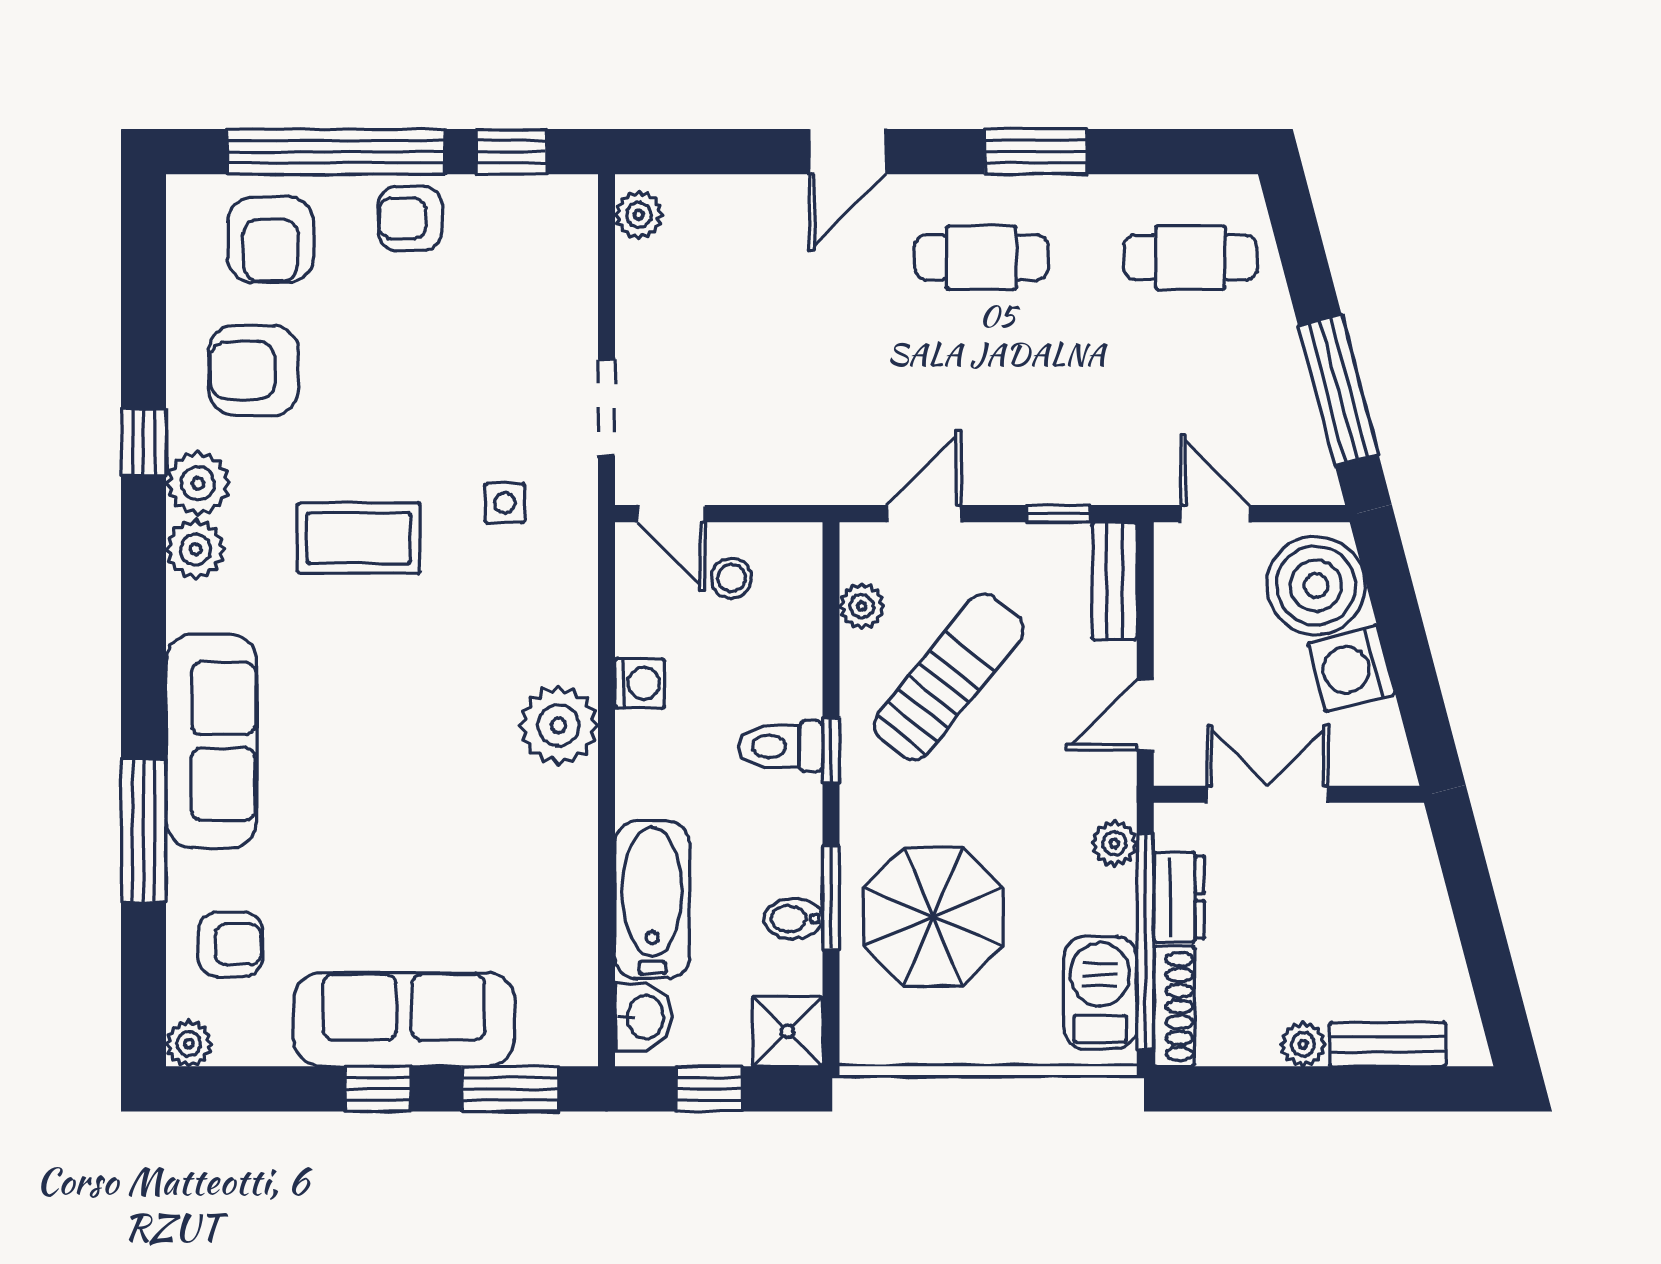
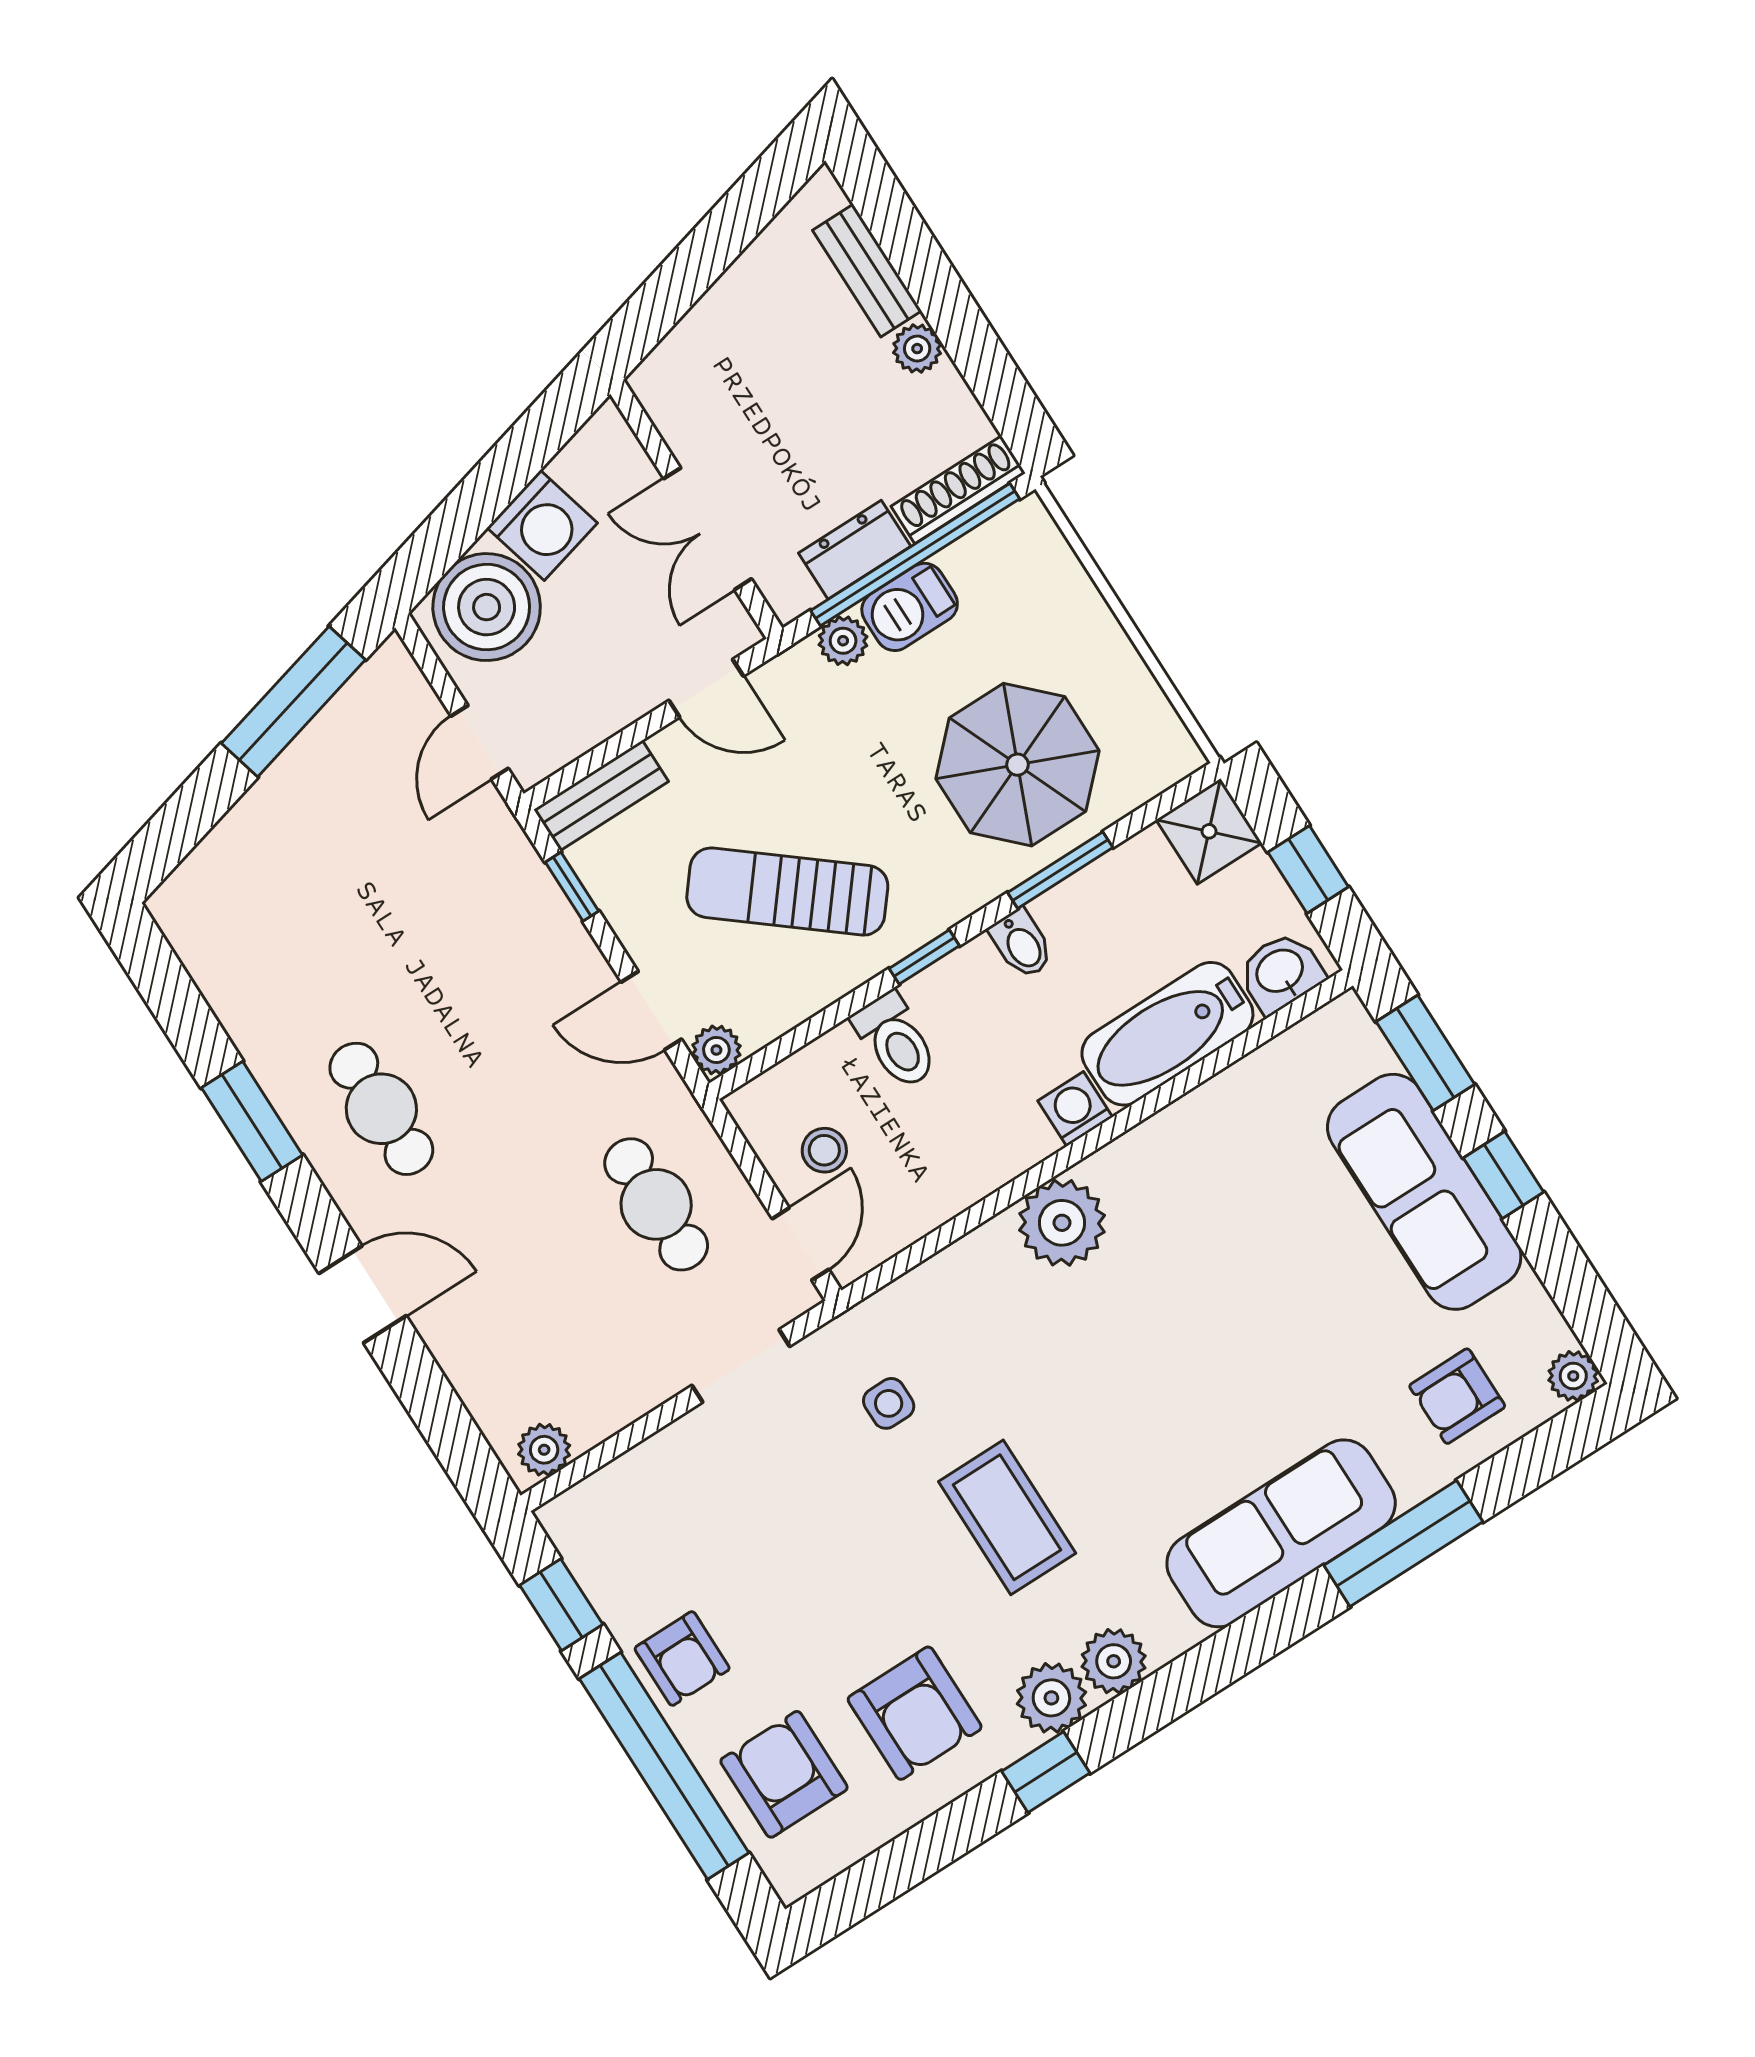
armchair: (271, 240) -> (784, 1774), turned -90
cafe table: (1190, 257) -> (656, 1204), moved
plant: (862, 606) -> (716, 1050), moved
washing machine: (640, 683) -> (1075, 1109), moved
toilet: (781, 746) -> (896, 1041), moved
bidet: (793, 919) -> (1022, 944), moved
armchair: (230, 944) -> (1457, 1396), turned -90
barbecue: (1100, 993) -> (910, 607), moved, width x0.73, depth x0.79

